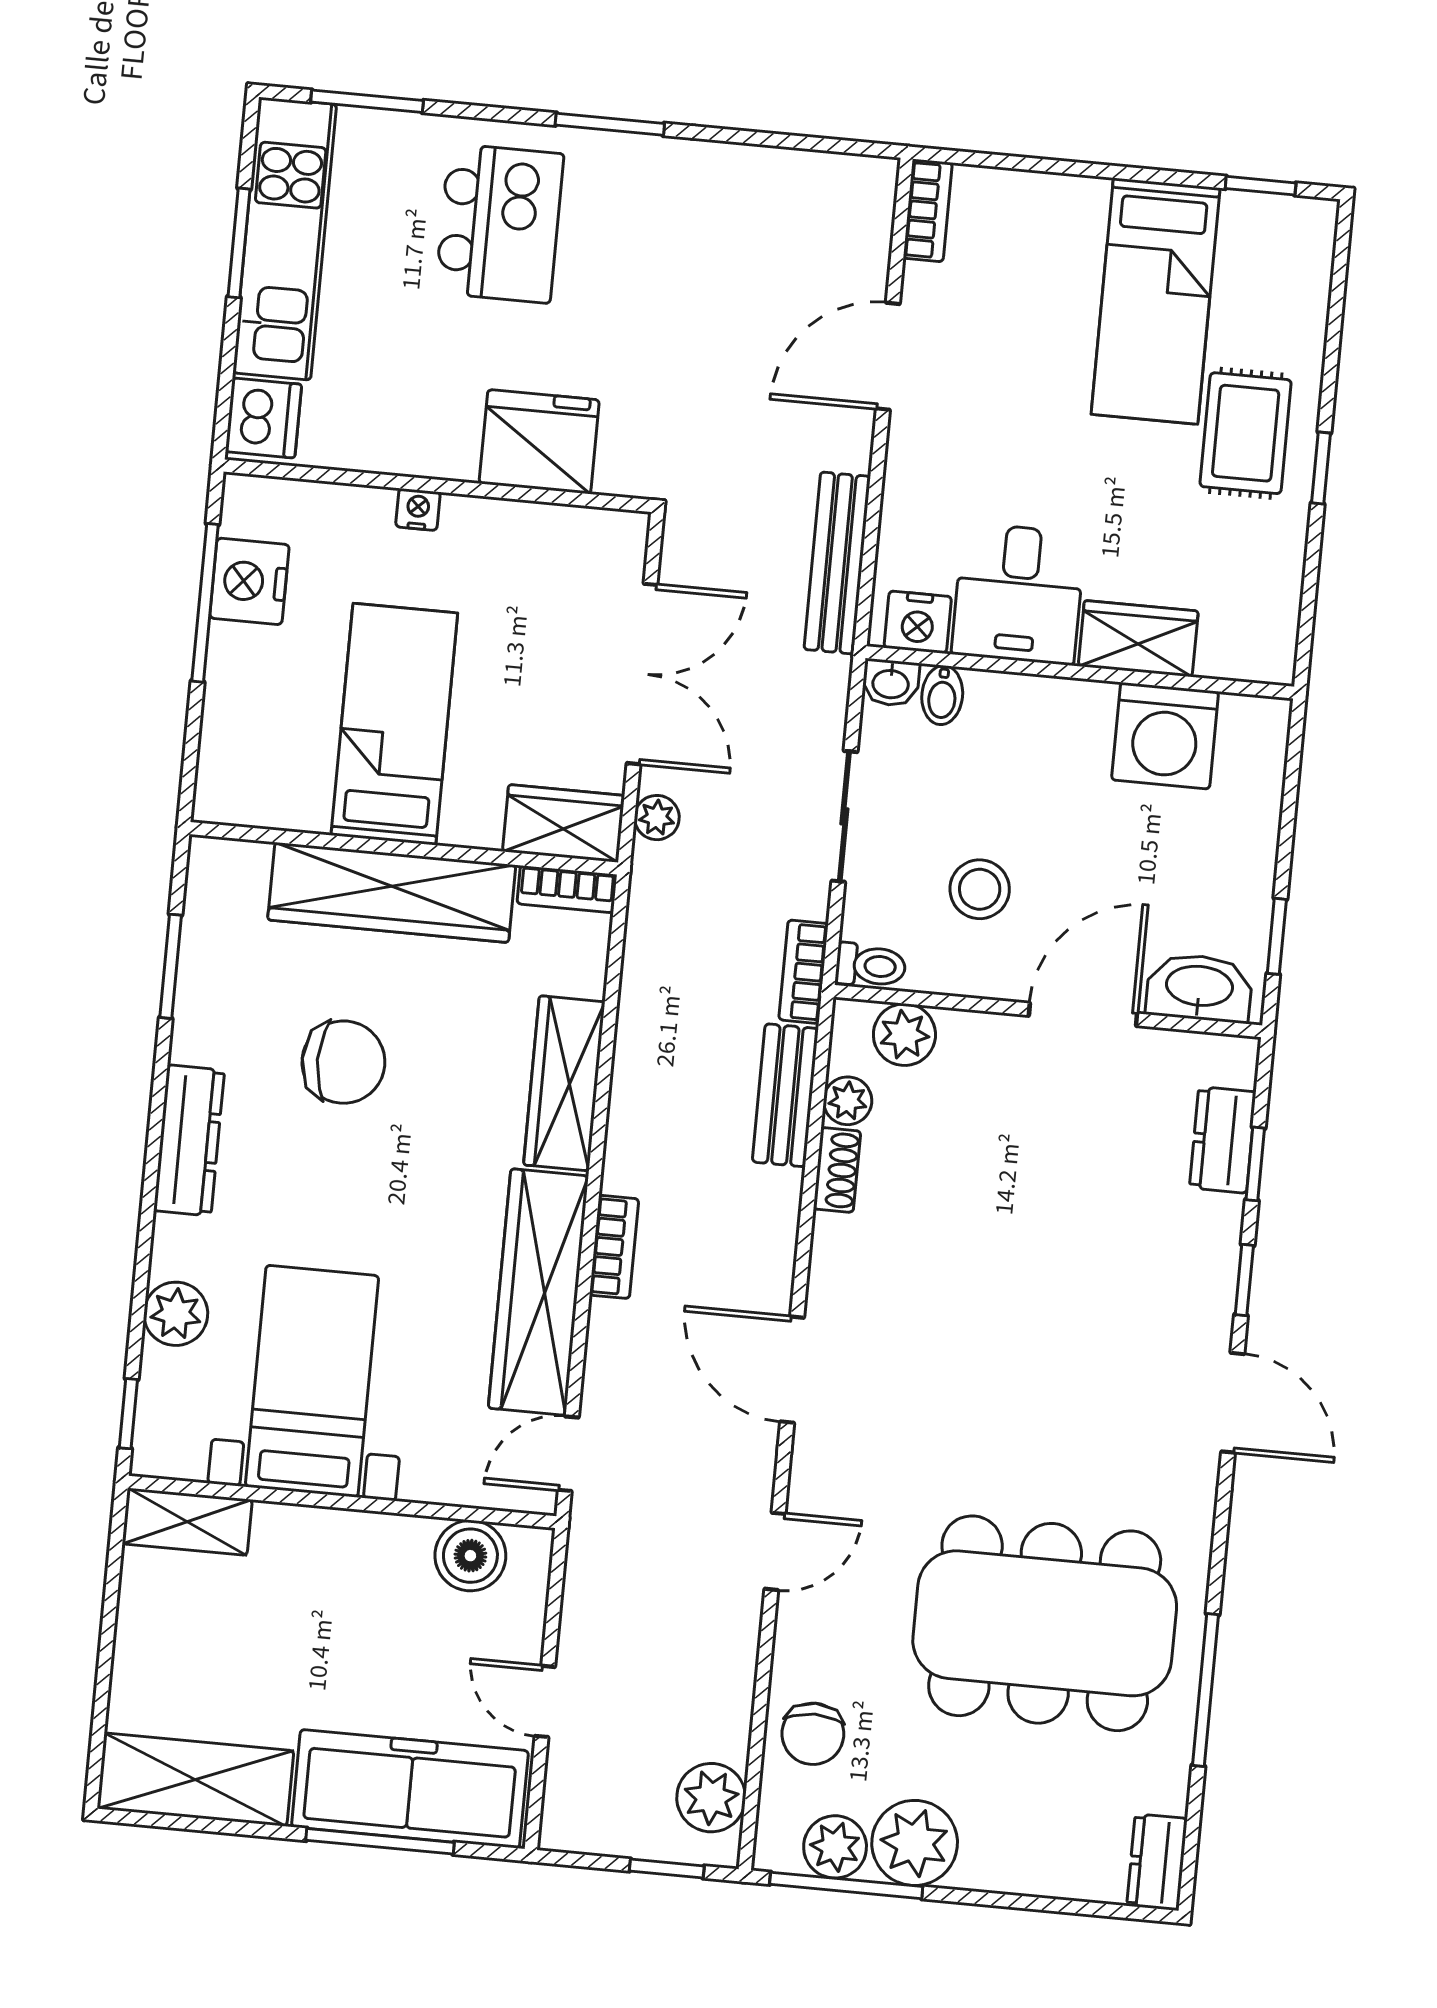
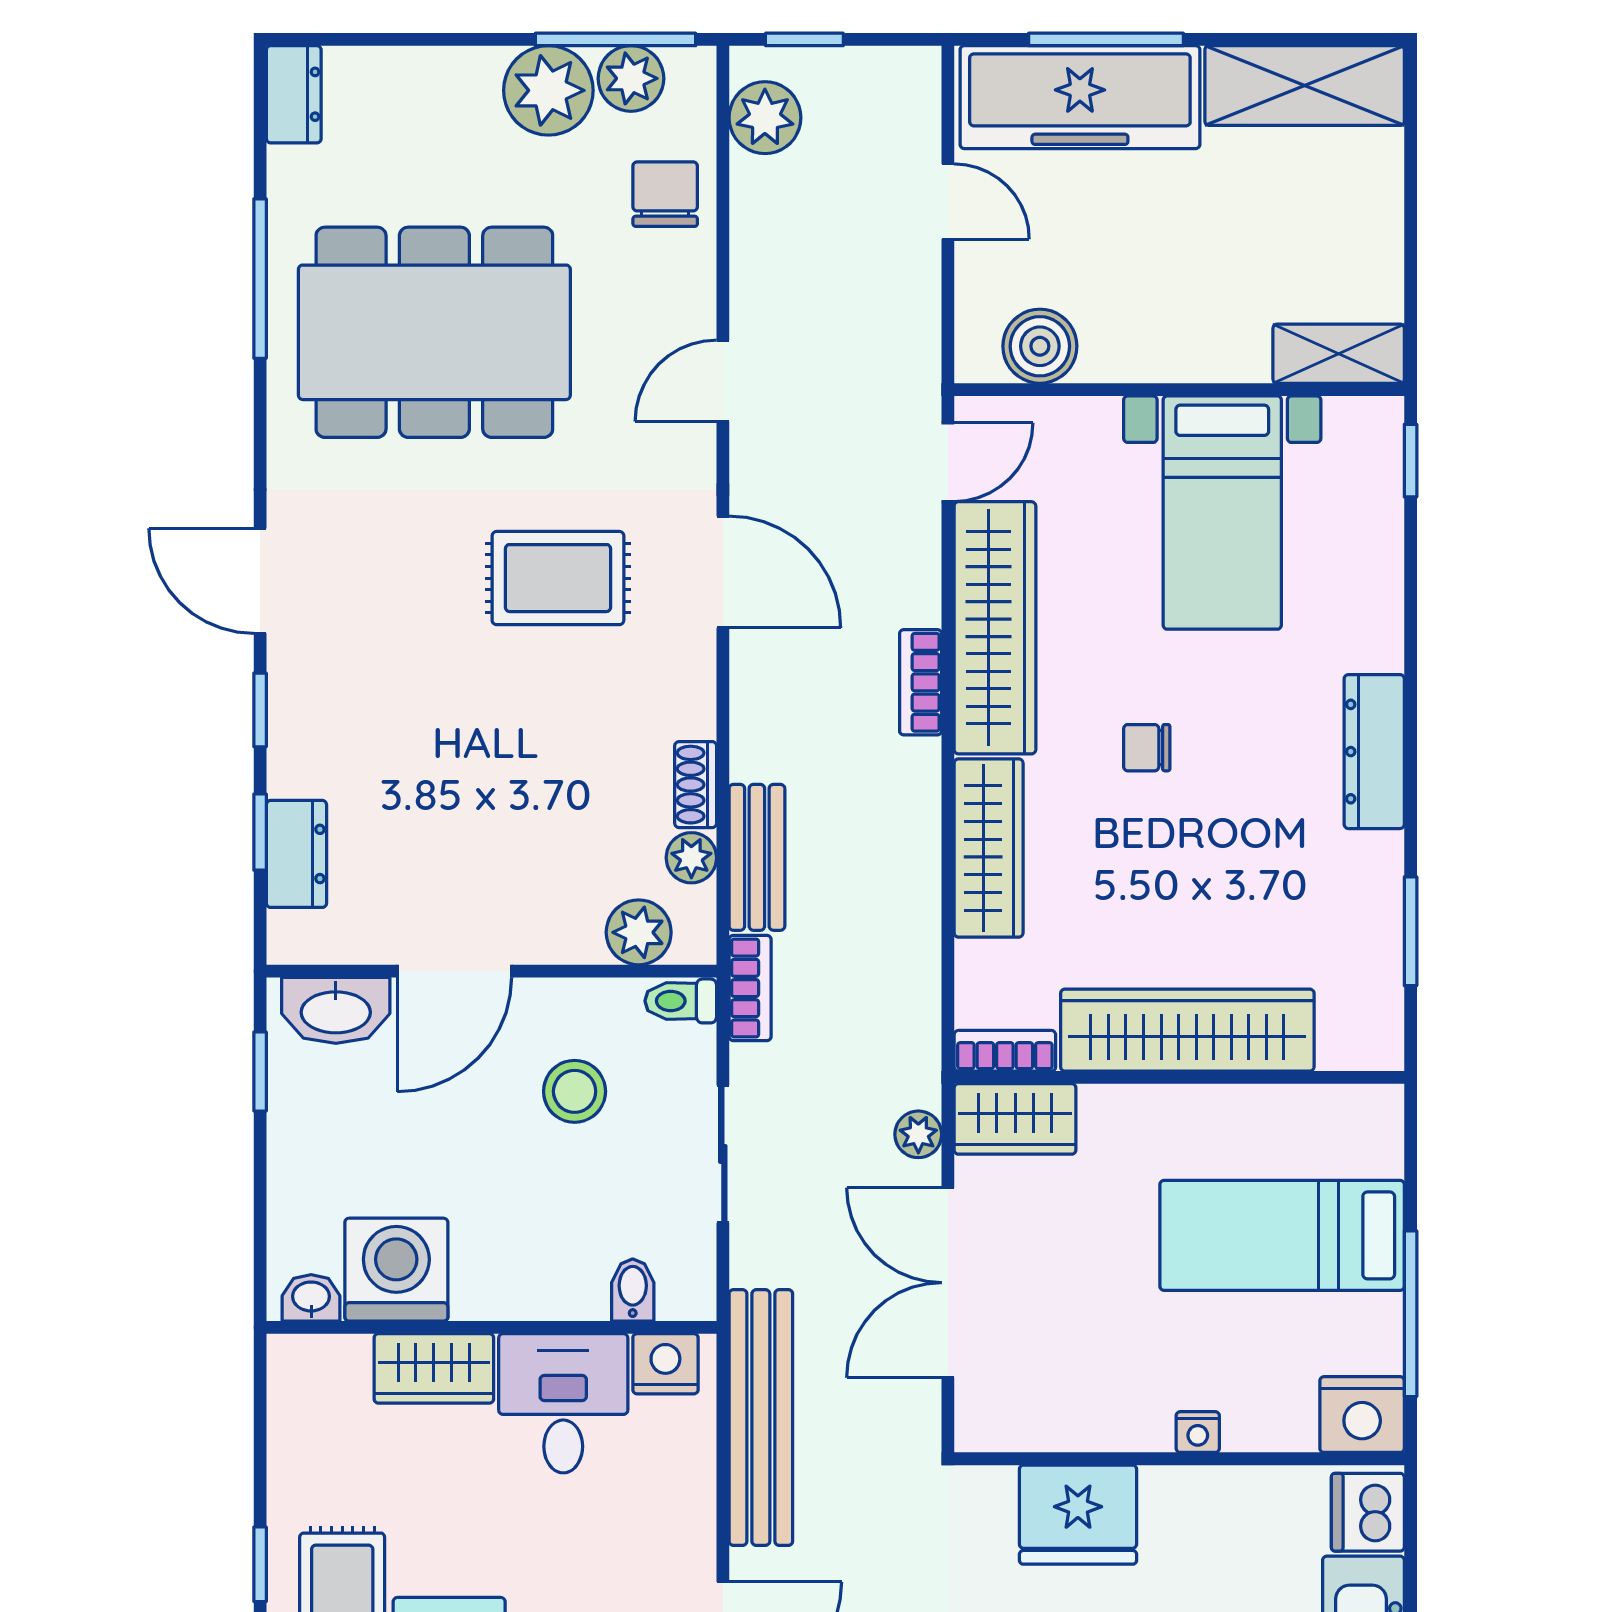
bench: (837, 563) -> (761, 1418), width x1.37, depth x1.21
nightstand: (249, 581) -> (1362, 1415), moved, turned 90
washbasin: (891, 683) -> (311, 1298), moved
bed: (394, 724) -> (1282, 1235), moved, turned 90
chair: (343, 1062) -> (1147, 748), moved, width x0.54, depth x0.54
plant: (176, 1314) -> (1371, 569), removed
rug: (949, 1379) -> (558, 578), added

